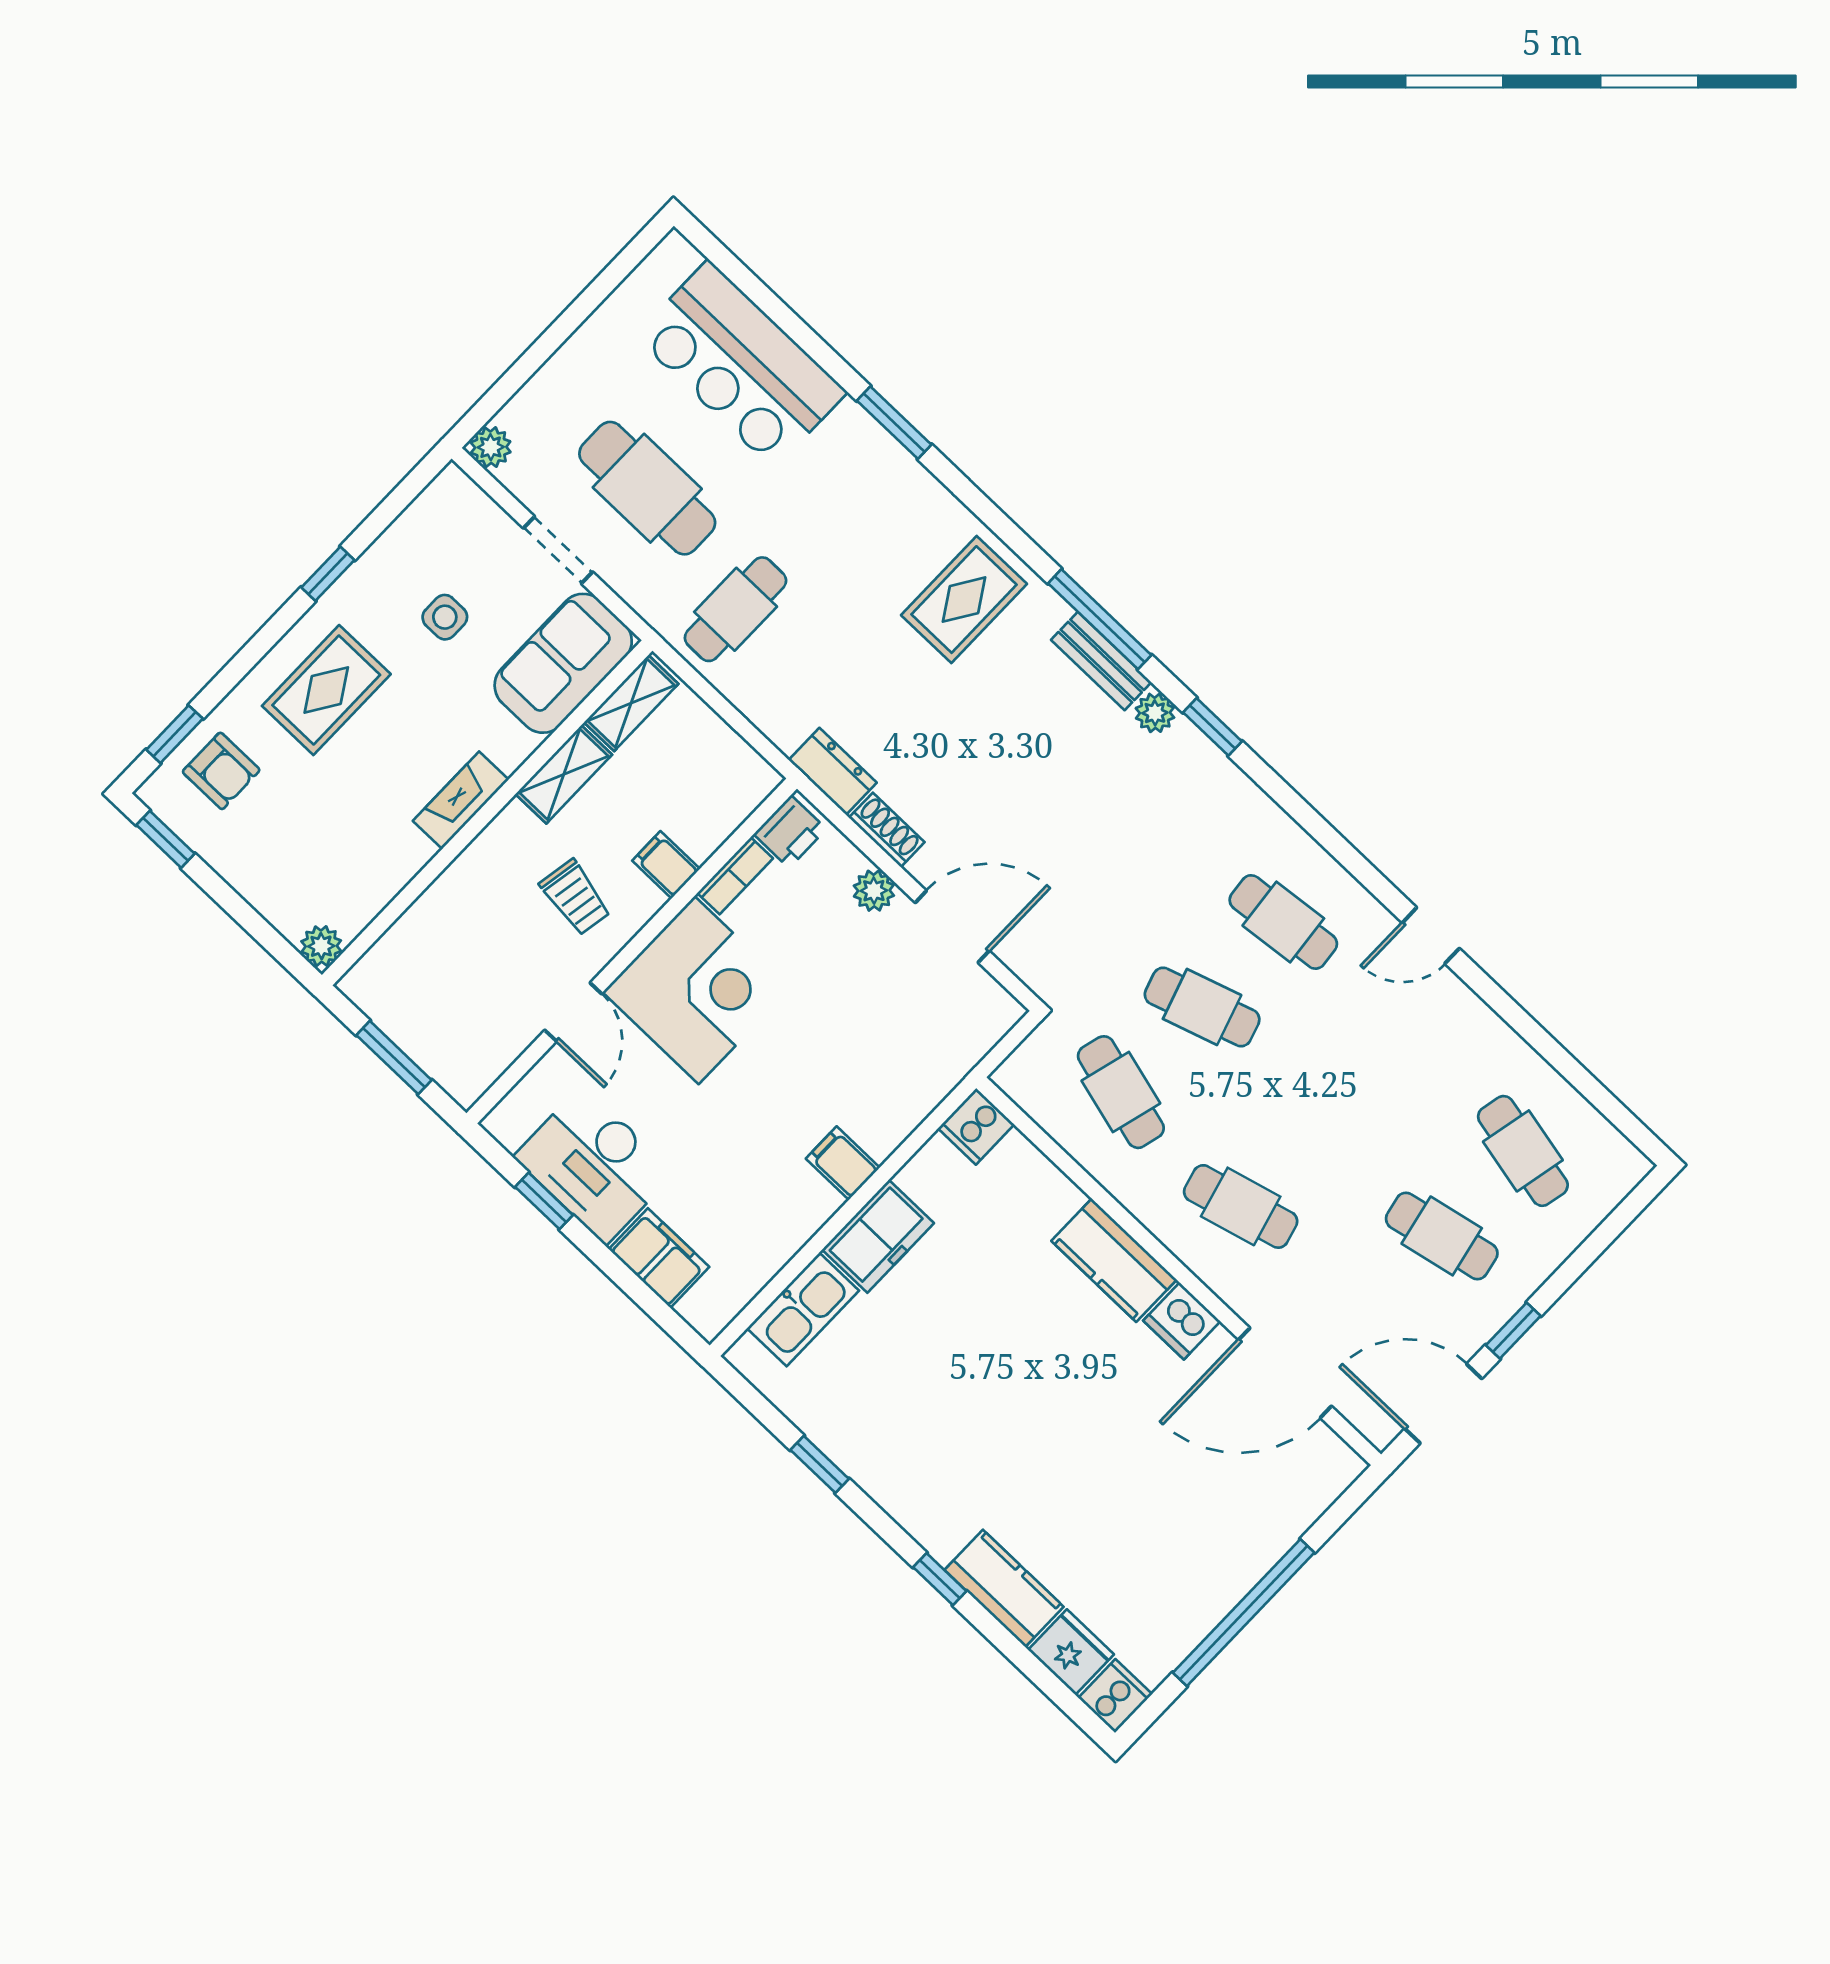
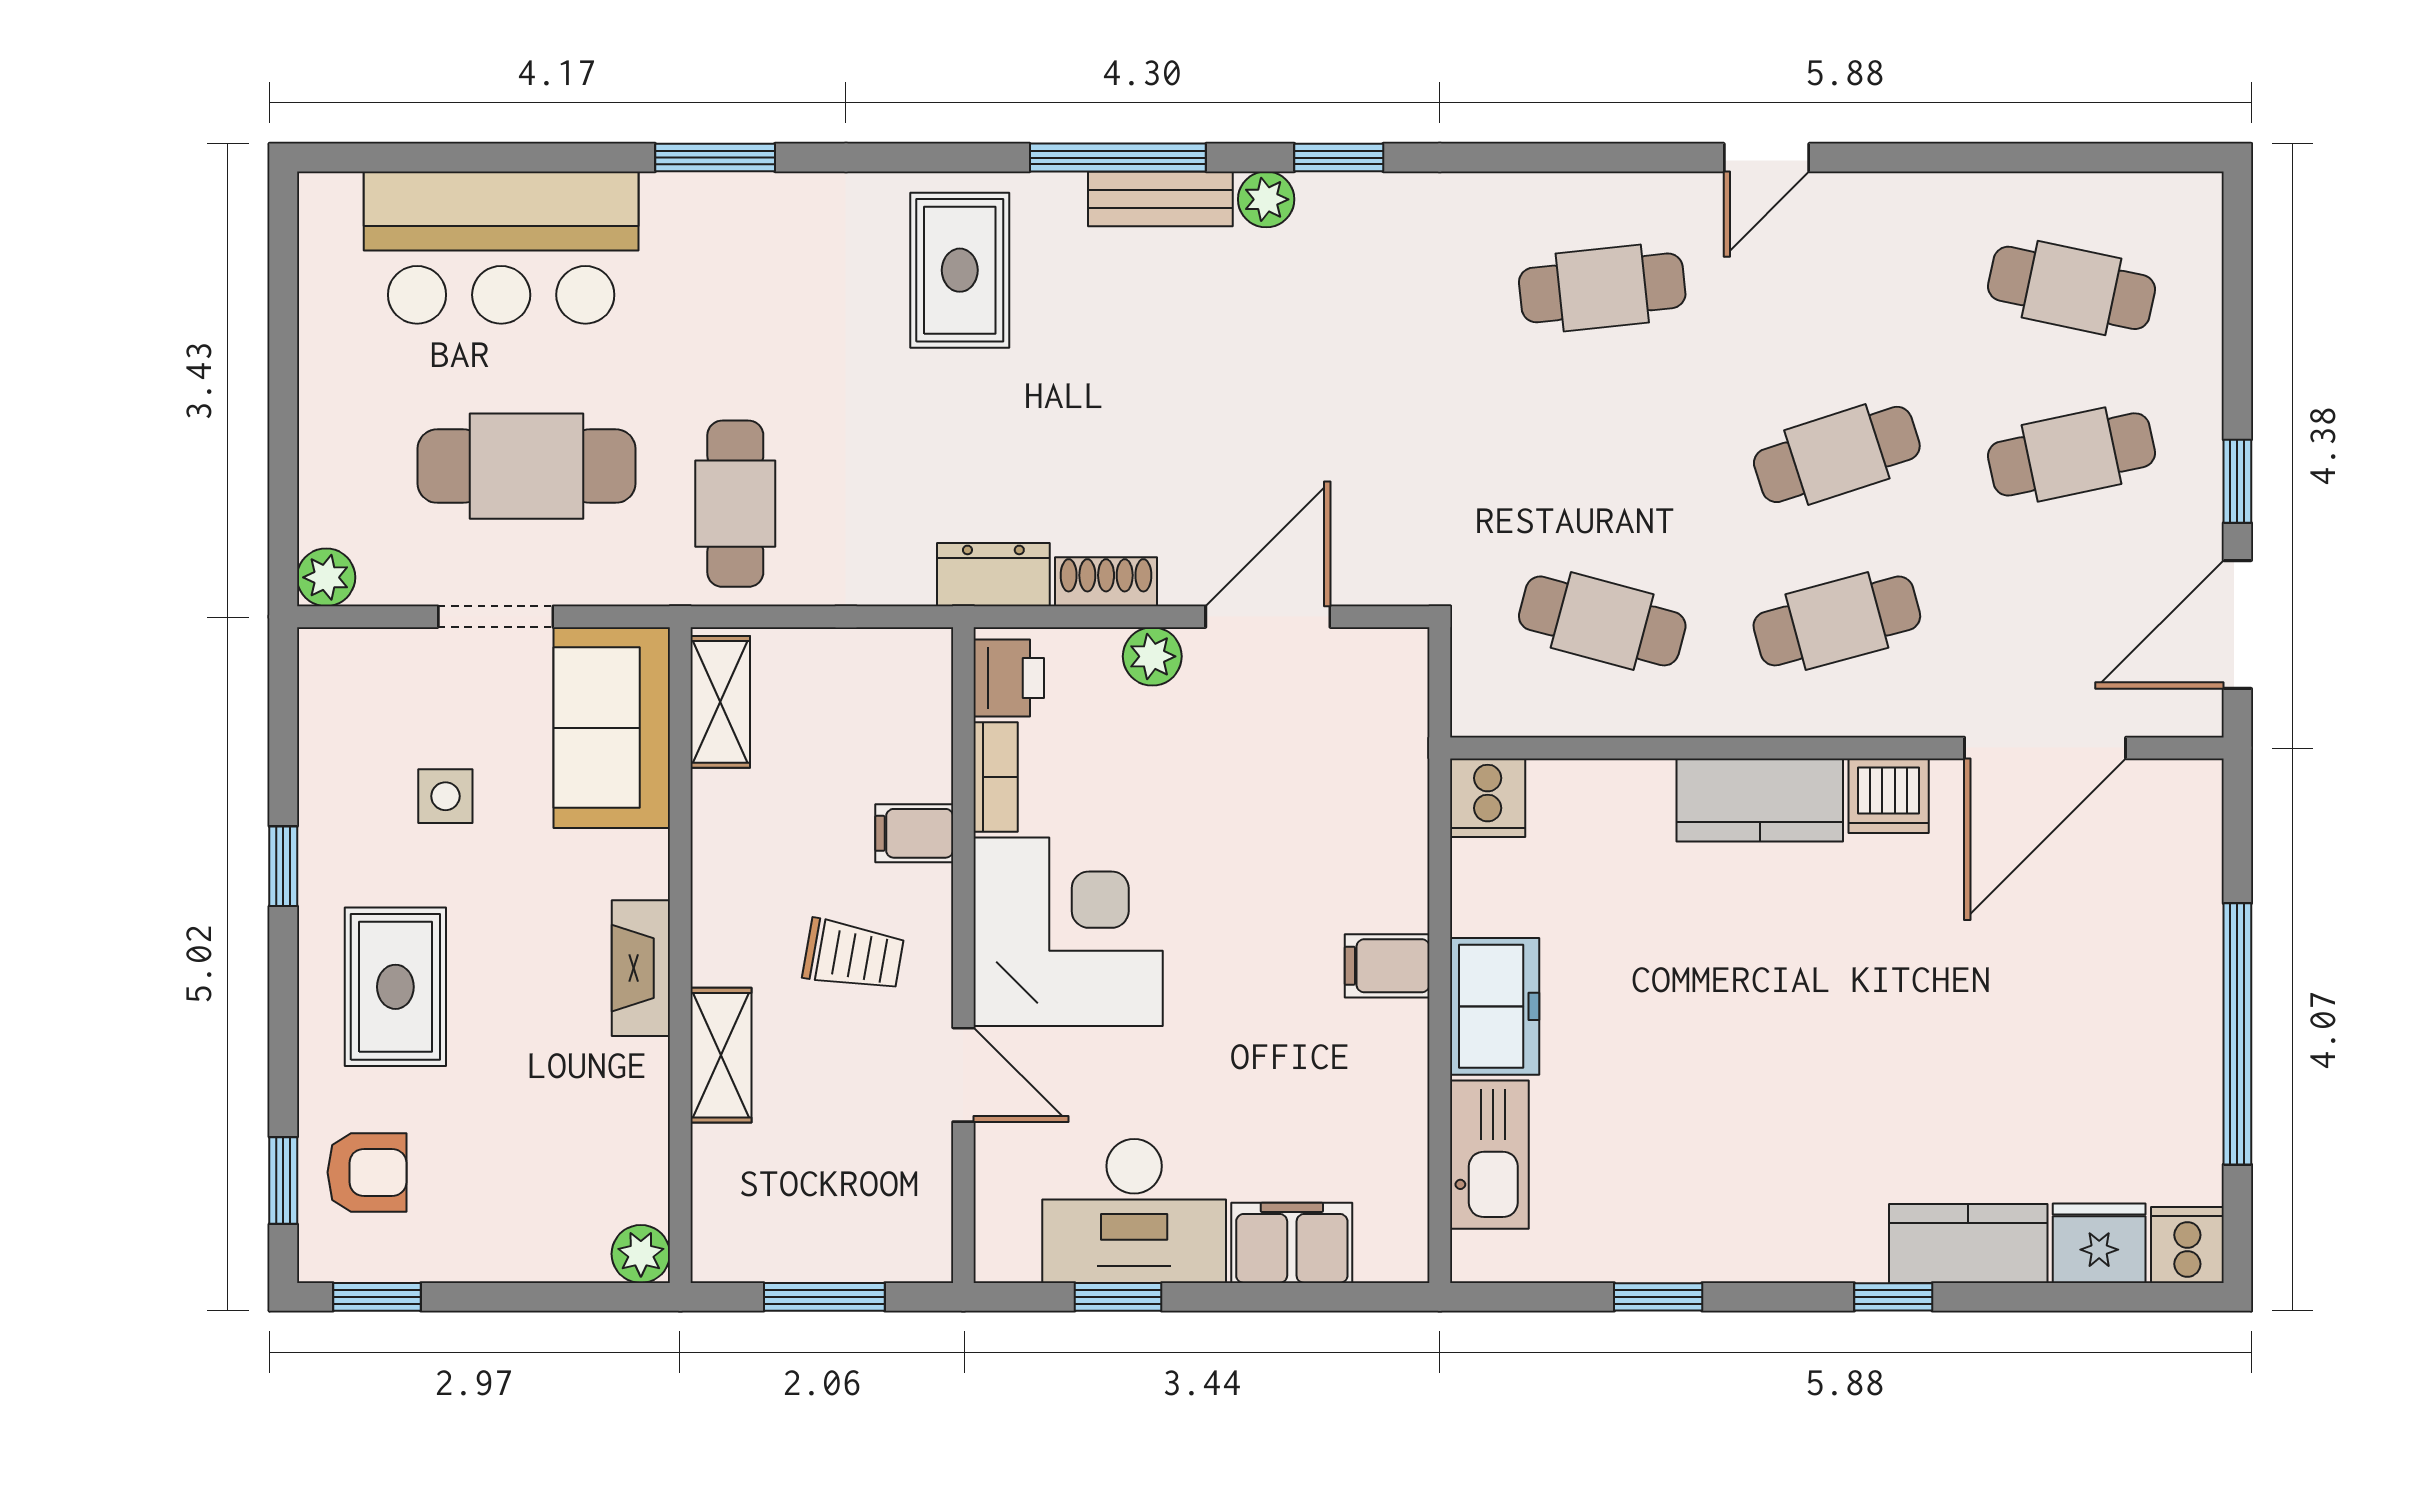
shelving: (564, 774) -> (721, 1055), moved
cafe table: (1202, 1007) -> (1837, 454), moved

